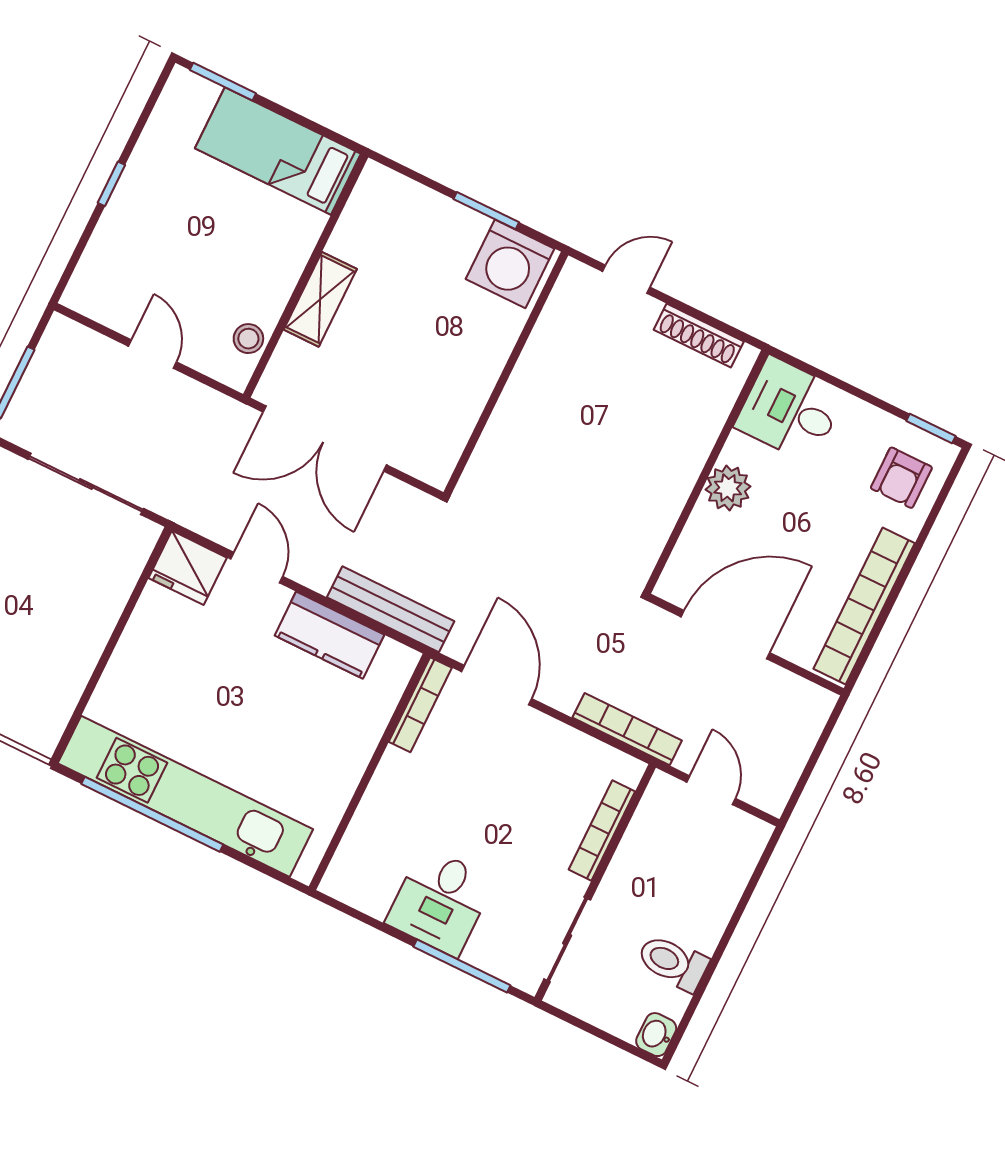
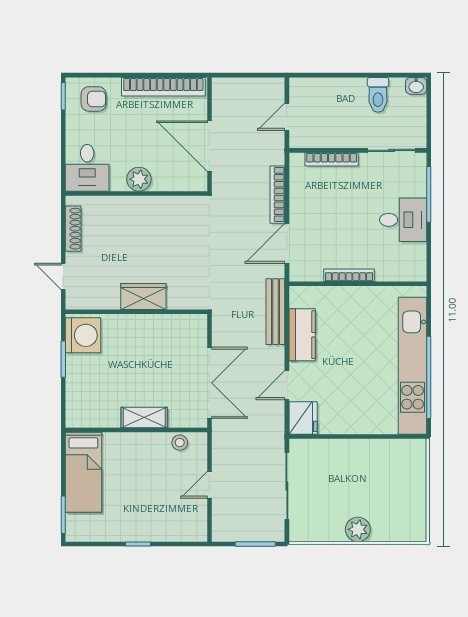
wardrobe: (526, 398) -> (143, 297), added
bookcase: (420, 705) -> (349, 275), moved
bookcase: (627, 729) -> (277, 195), moved

